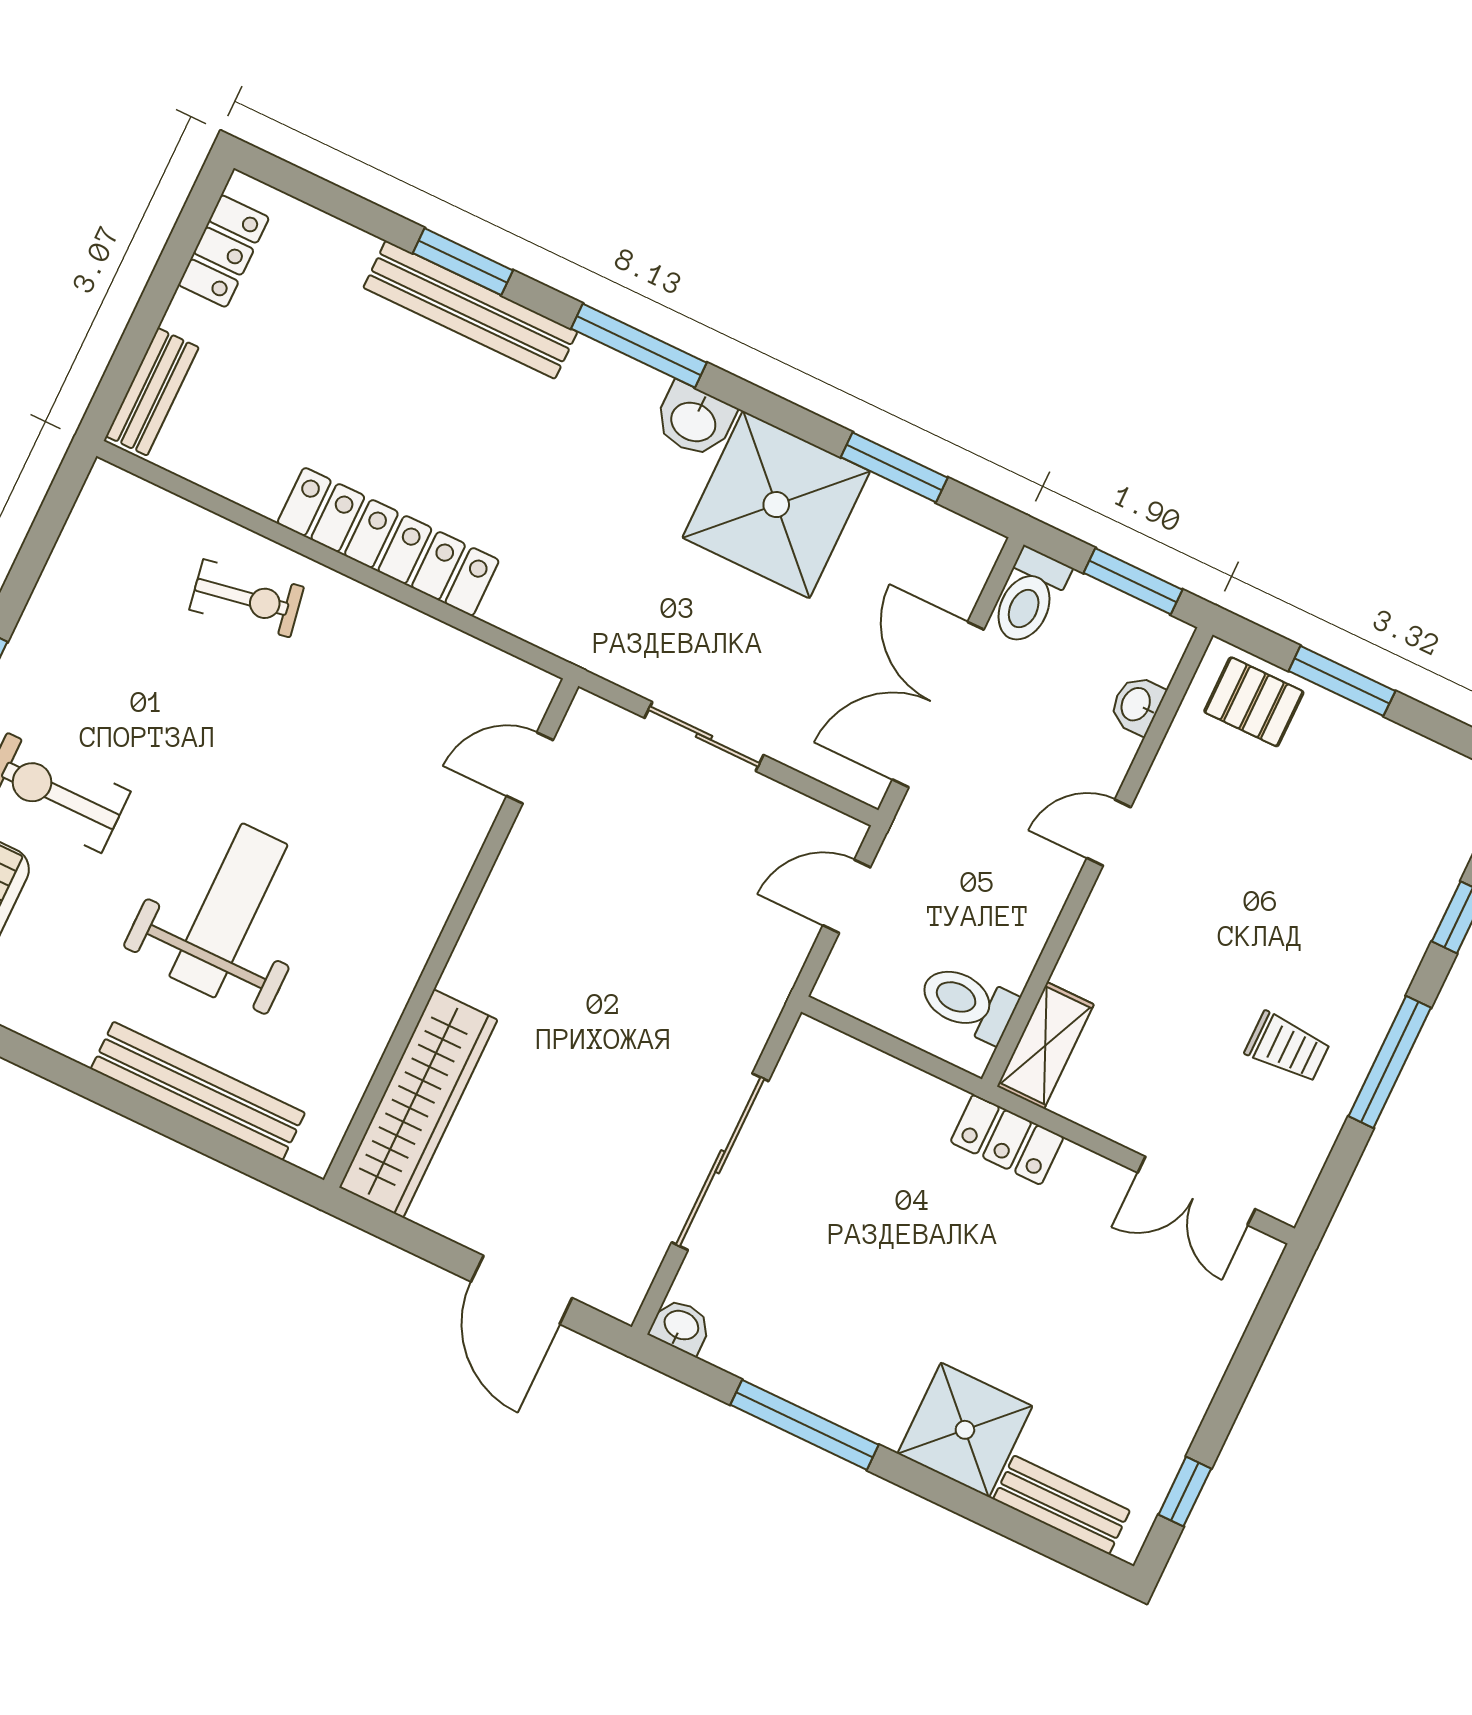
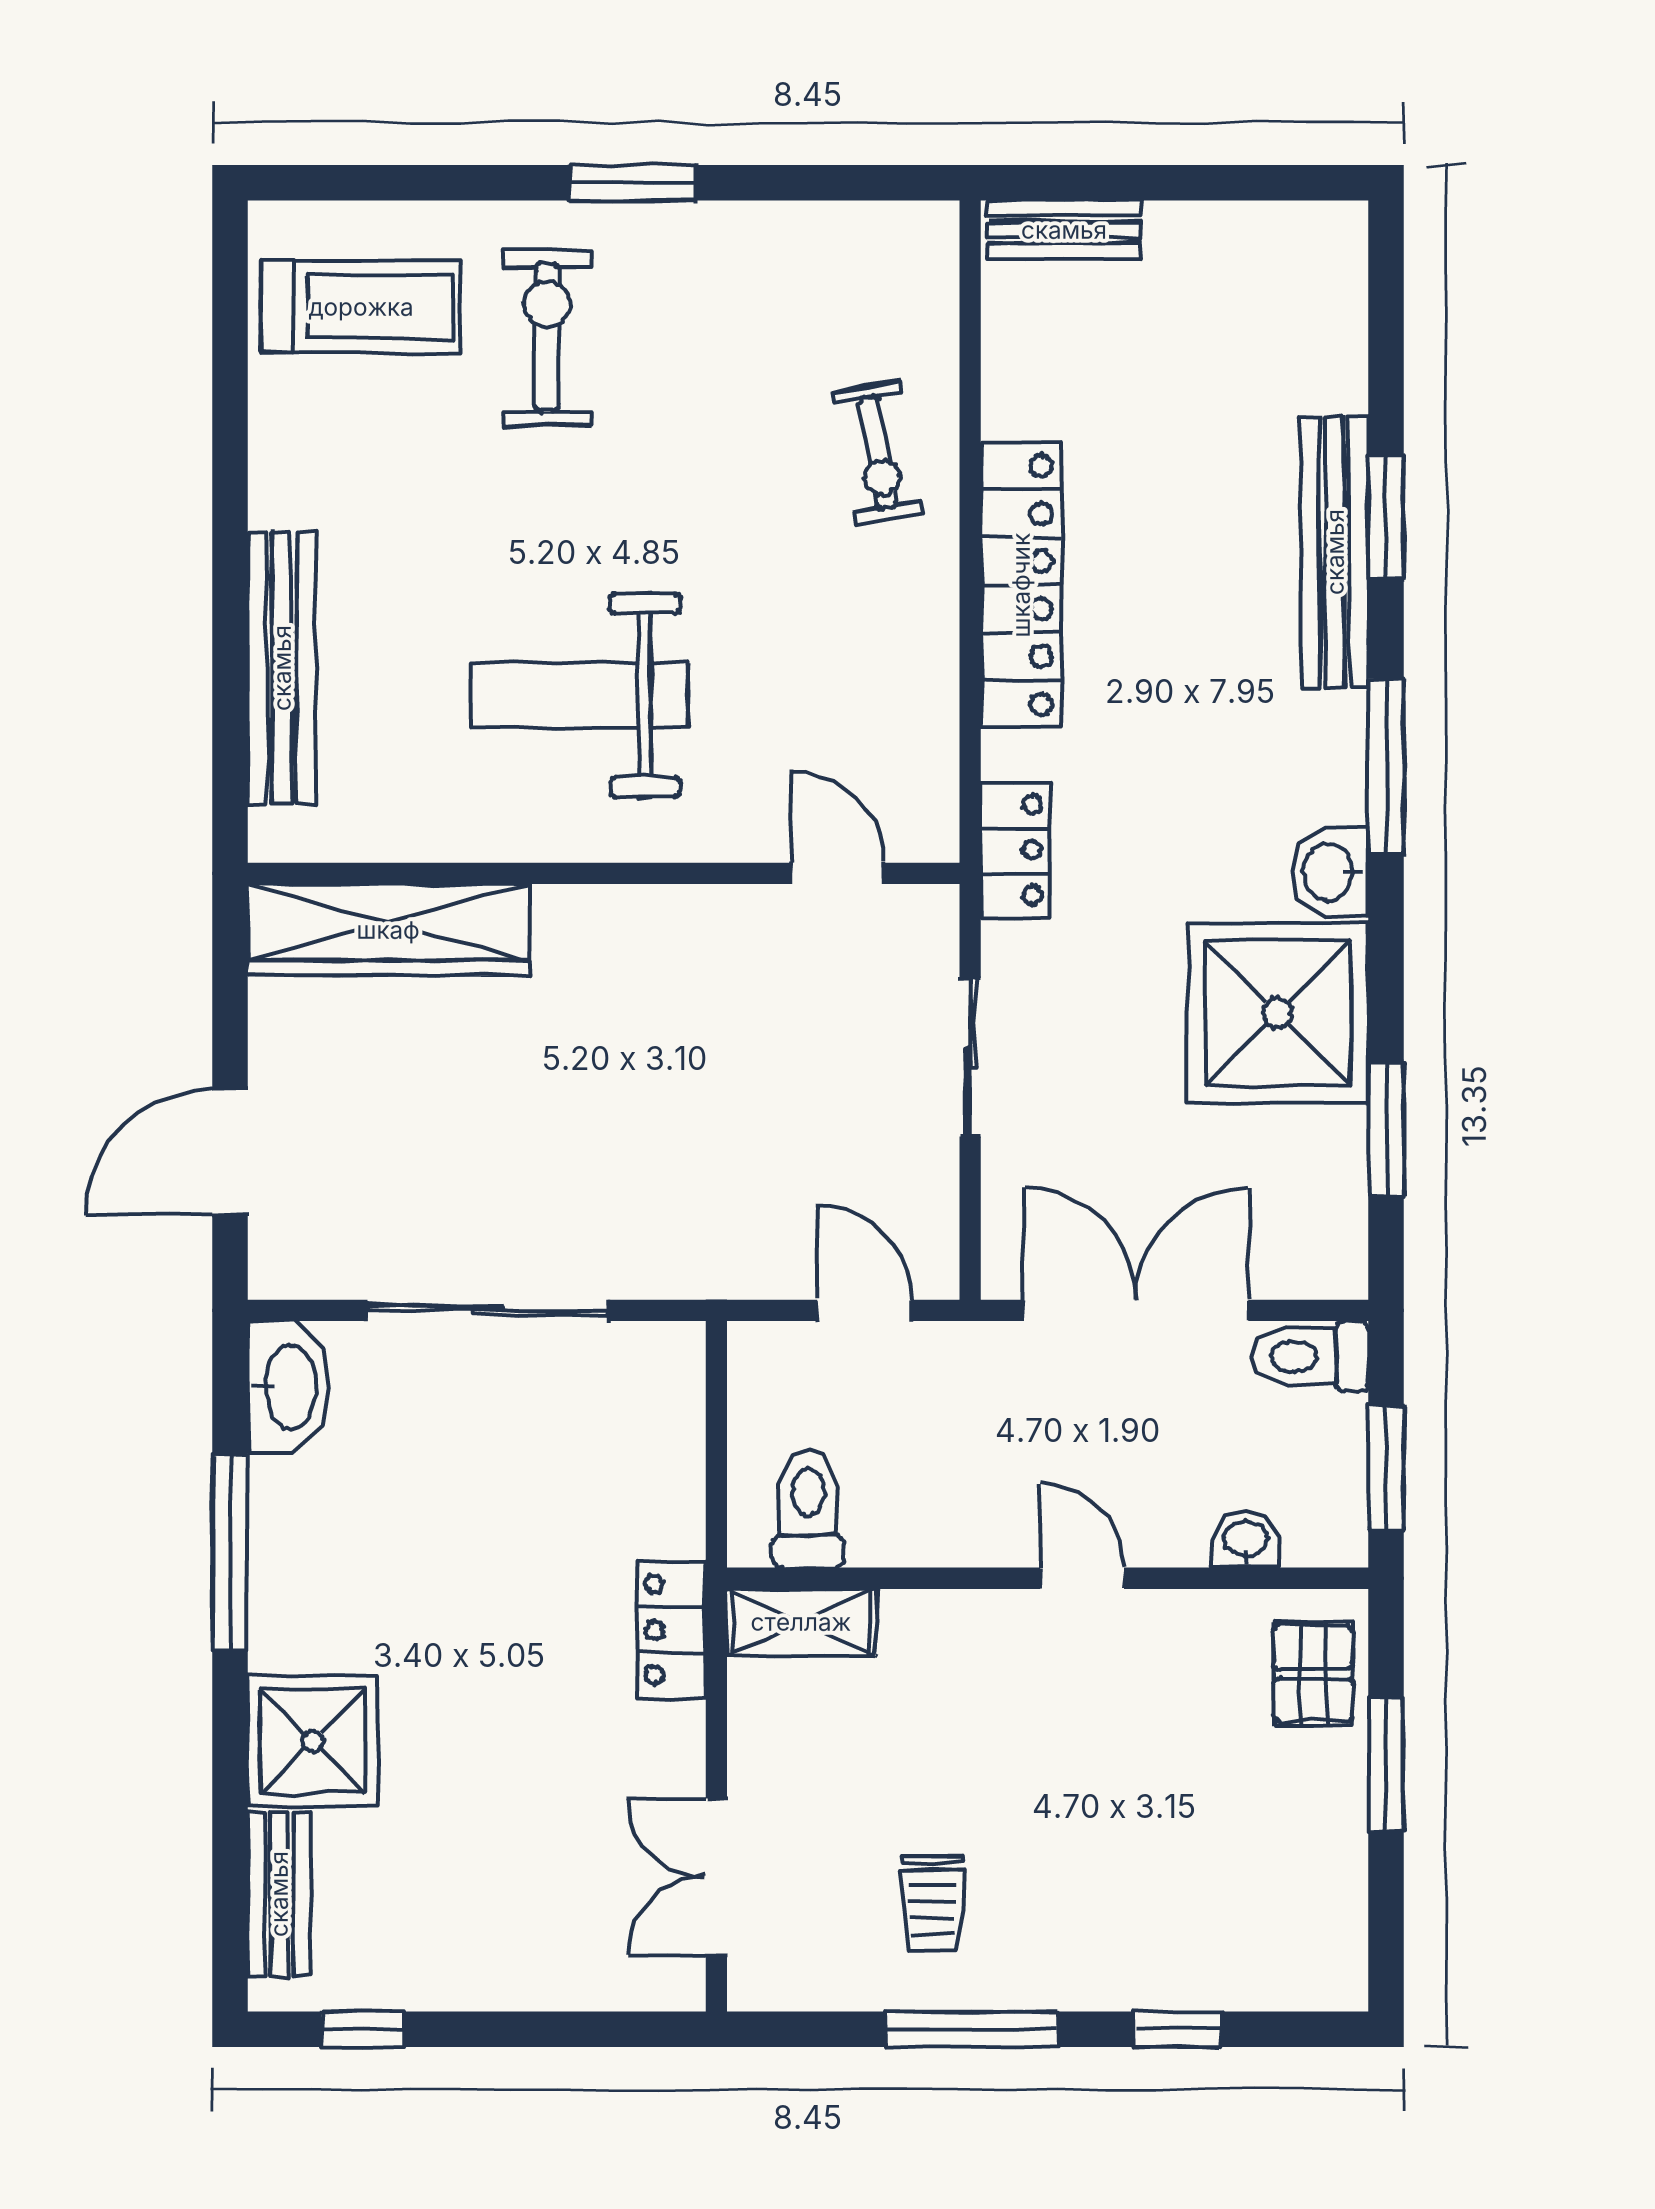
locker: (224, 251) -> (1015, 850), moved, turned -90
weight bench: (228, 910) -> (579, 695), moved, turned 180
washbasin: (681, 1326) -> (288, 1387), width x1.91, depth x1.45

